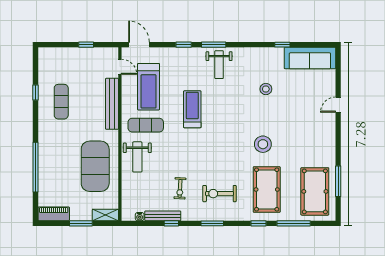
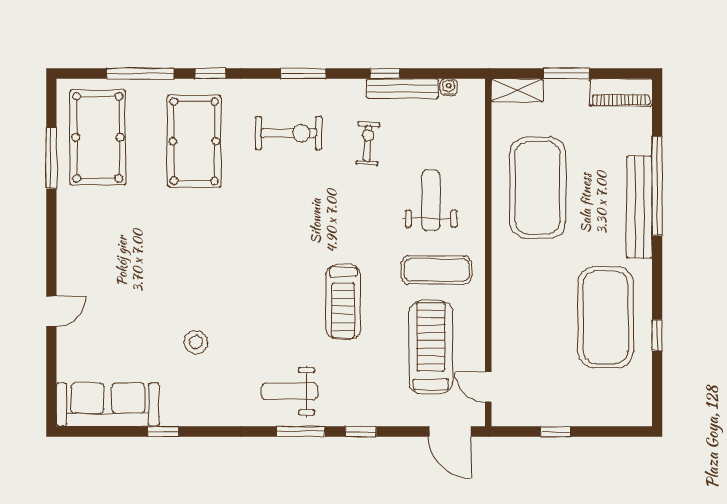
weight bench: (219, 65) -> (290, 391), turned -90
exercise mat: (61, 102) -> (606, 317), width x2.00, depth x1.45
bench: (112, 104) -> (639, 207), moved
stool: (263, 144) -> (202, 232), removed
weight bench: (137, 157) -> (431, 200), moved

